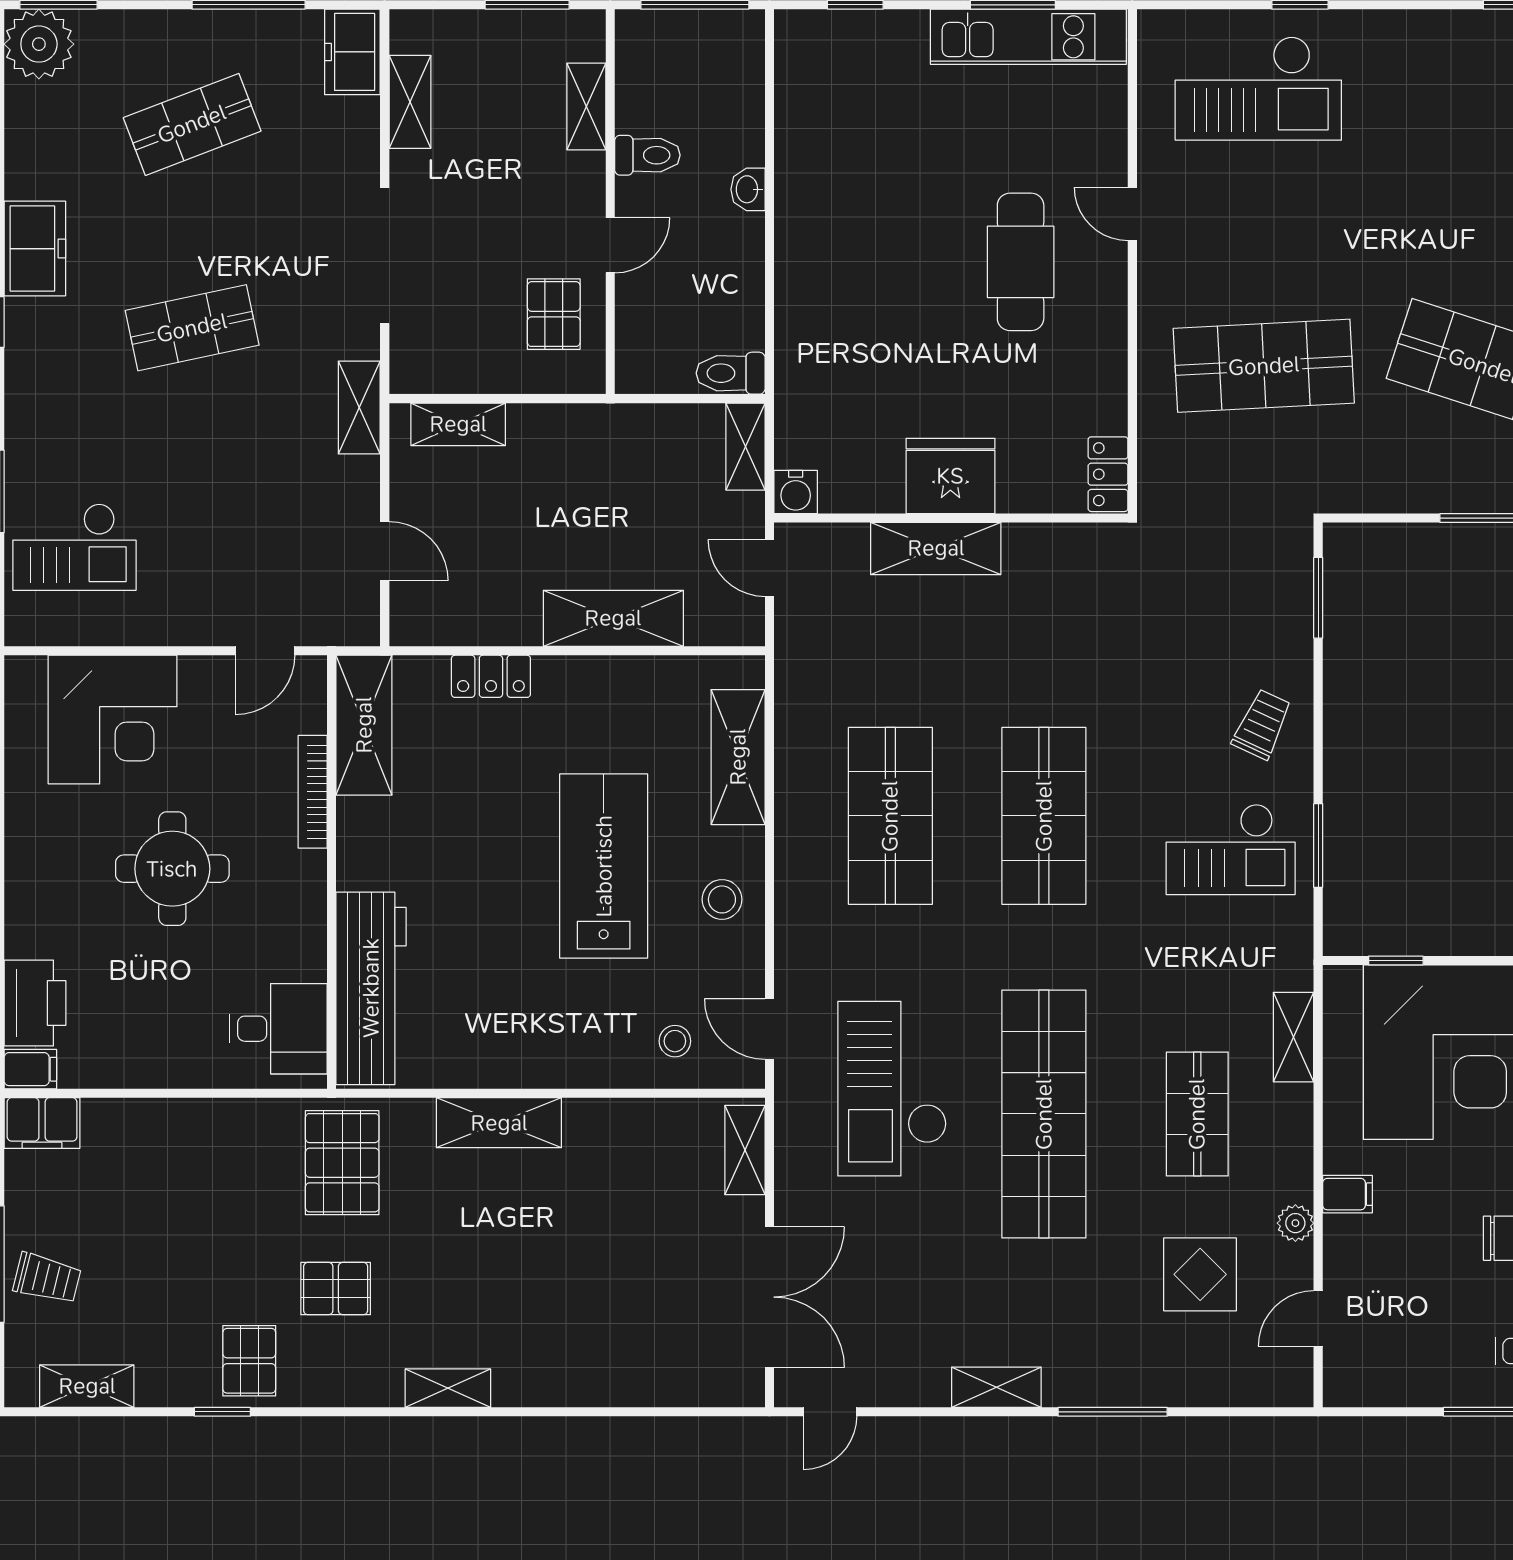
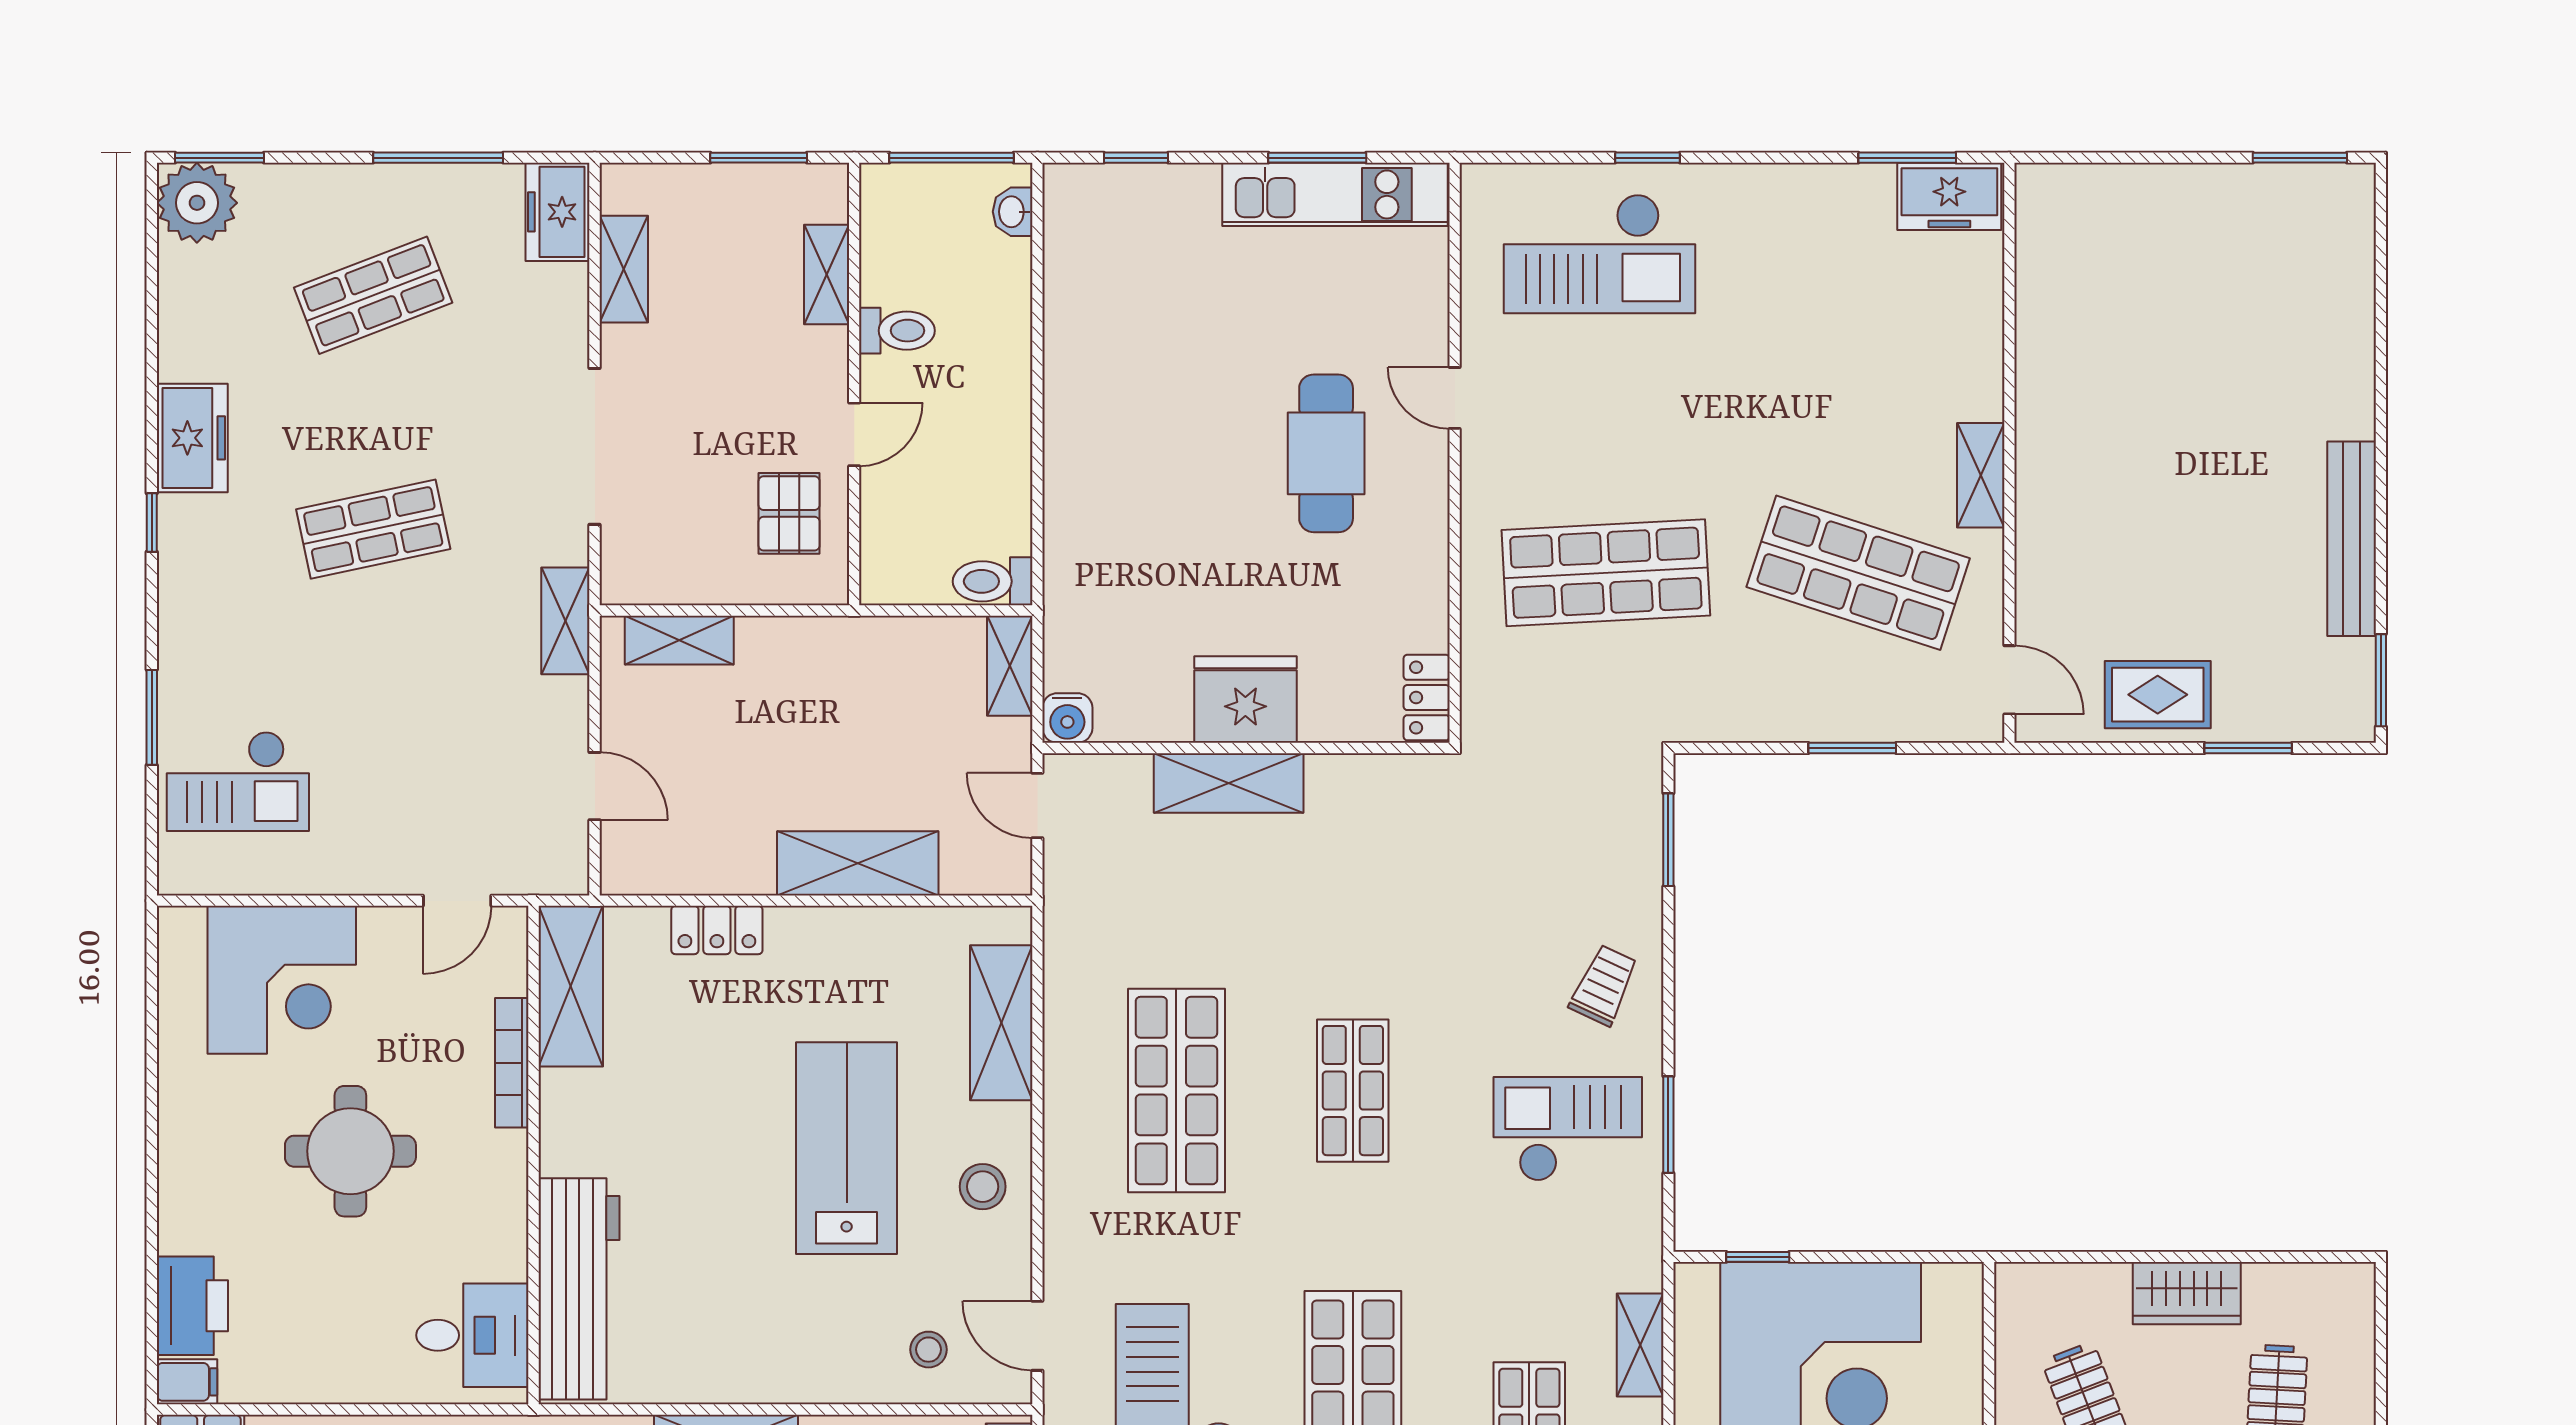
washbasin: (748, 189) -> (1013, 212), moved
shop shelf: (1044, 816) -> (1353, 1091), width x0.70, depth x0.74
checkout: (1231, 849) -> (1568, 1129), turned 180

